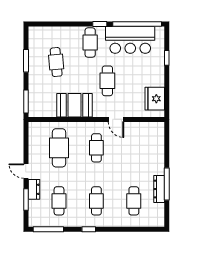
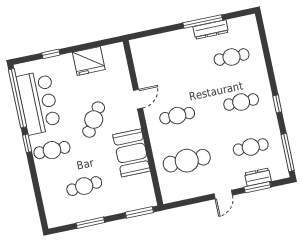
cafe table: (107, 81) -> (94, 120), turned -57
fridge: (155, 99) -> (89, 61), moved
dresser: (34, 189) -> (258, 177), moved

